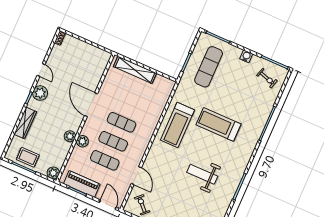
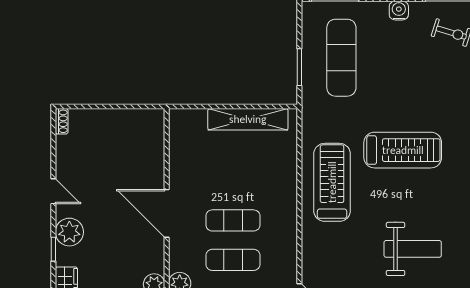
shelving: (135, 70) -> (248, 119), moved
treadmill: (218, 124) -> (403, 150), turned 180
treadmill: (177, 125) -> (332, 182), turned 180
weight bench: (202, 174) -> (413, 249), turned 180

